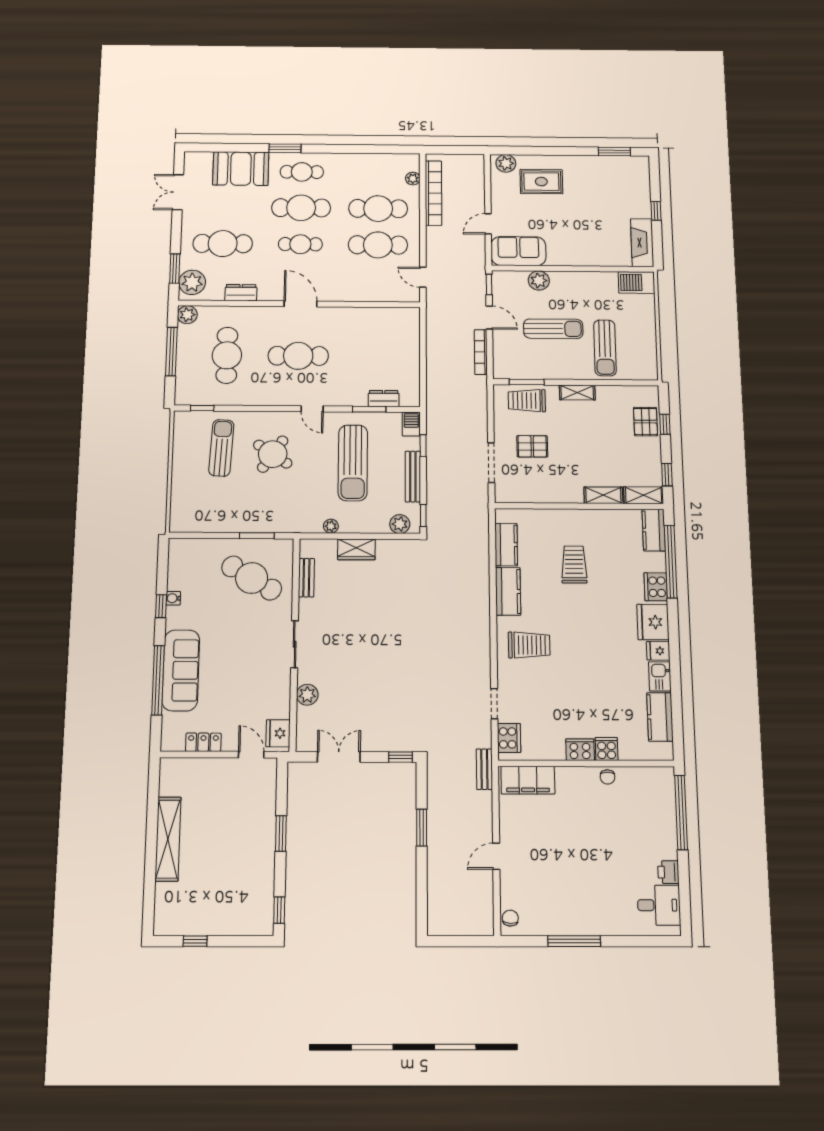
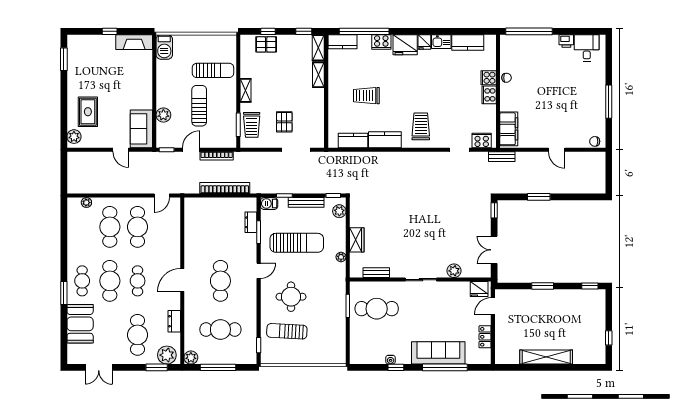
bookcase: (433, 193) -> (225, 188), moved
round table: (273, 454) -> (291, 297), turned -34
cafe table: (252, 578) -> (377, 309), turned 59

